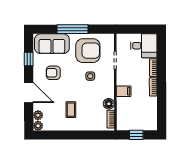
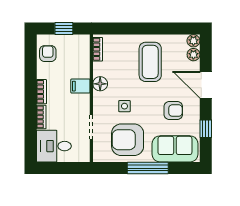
floor lamp: (109, 104) -> (100, 84), moved
coffee table: (71, 110) -> (150, 62), width x1.86, depth x1.72
armchair: (148, 116) -> (48, 54), added

